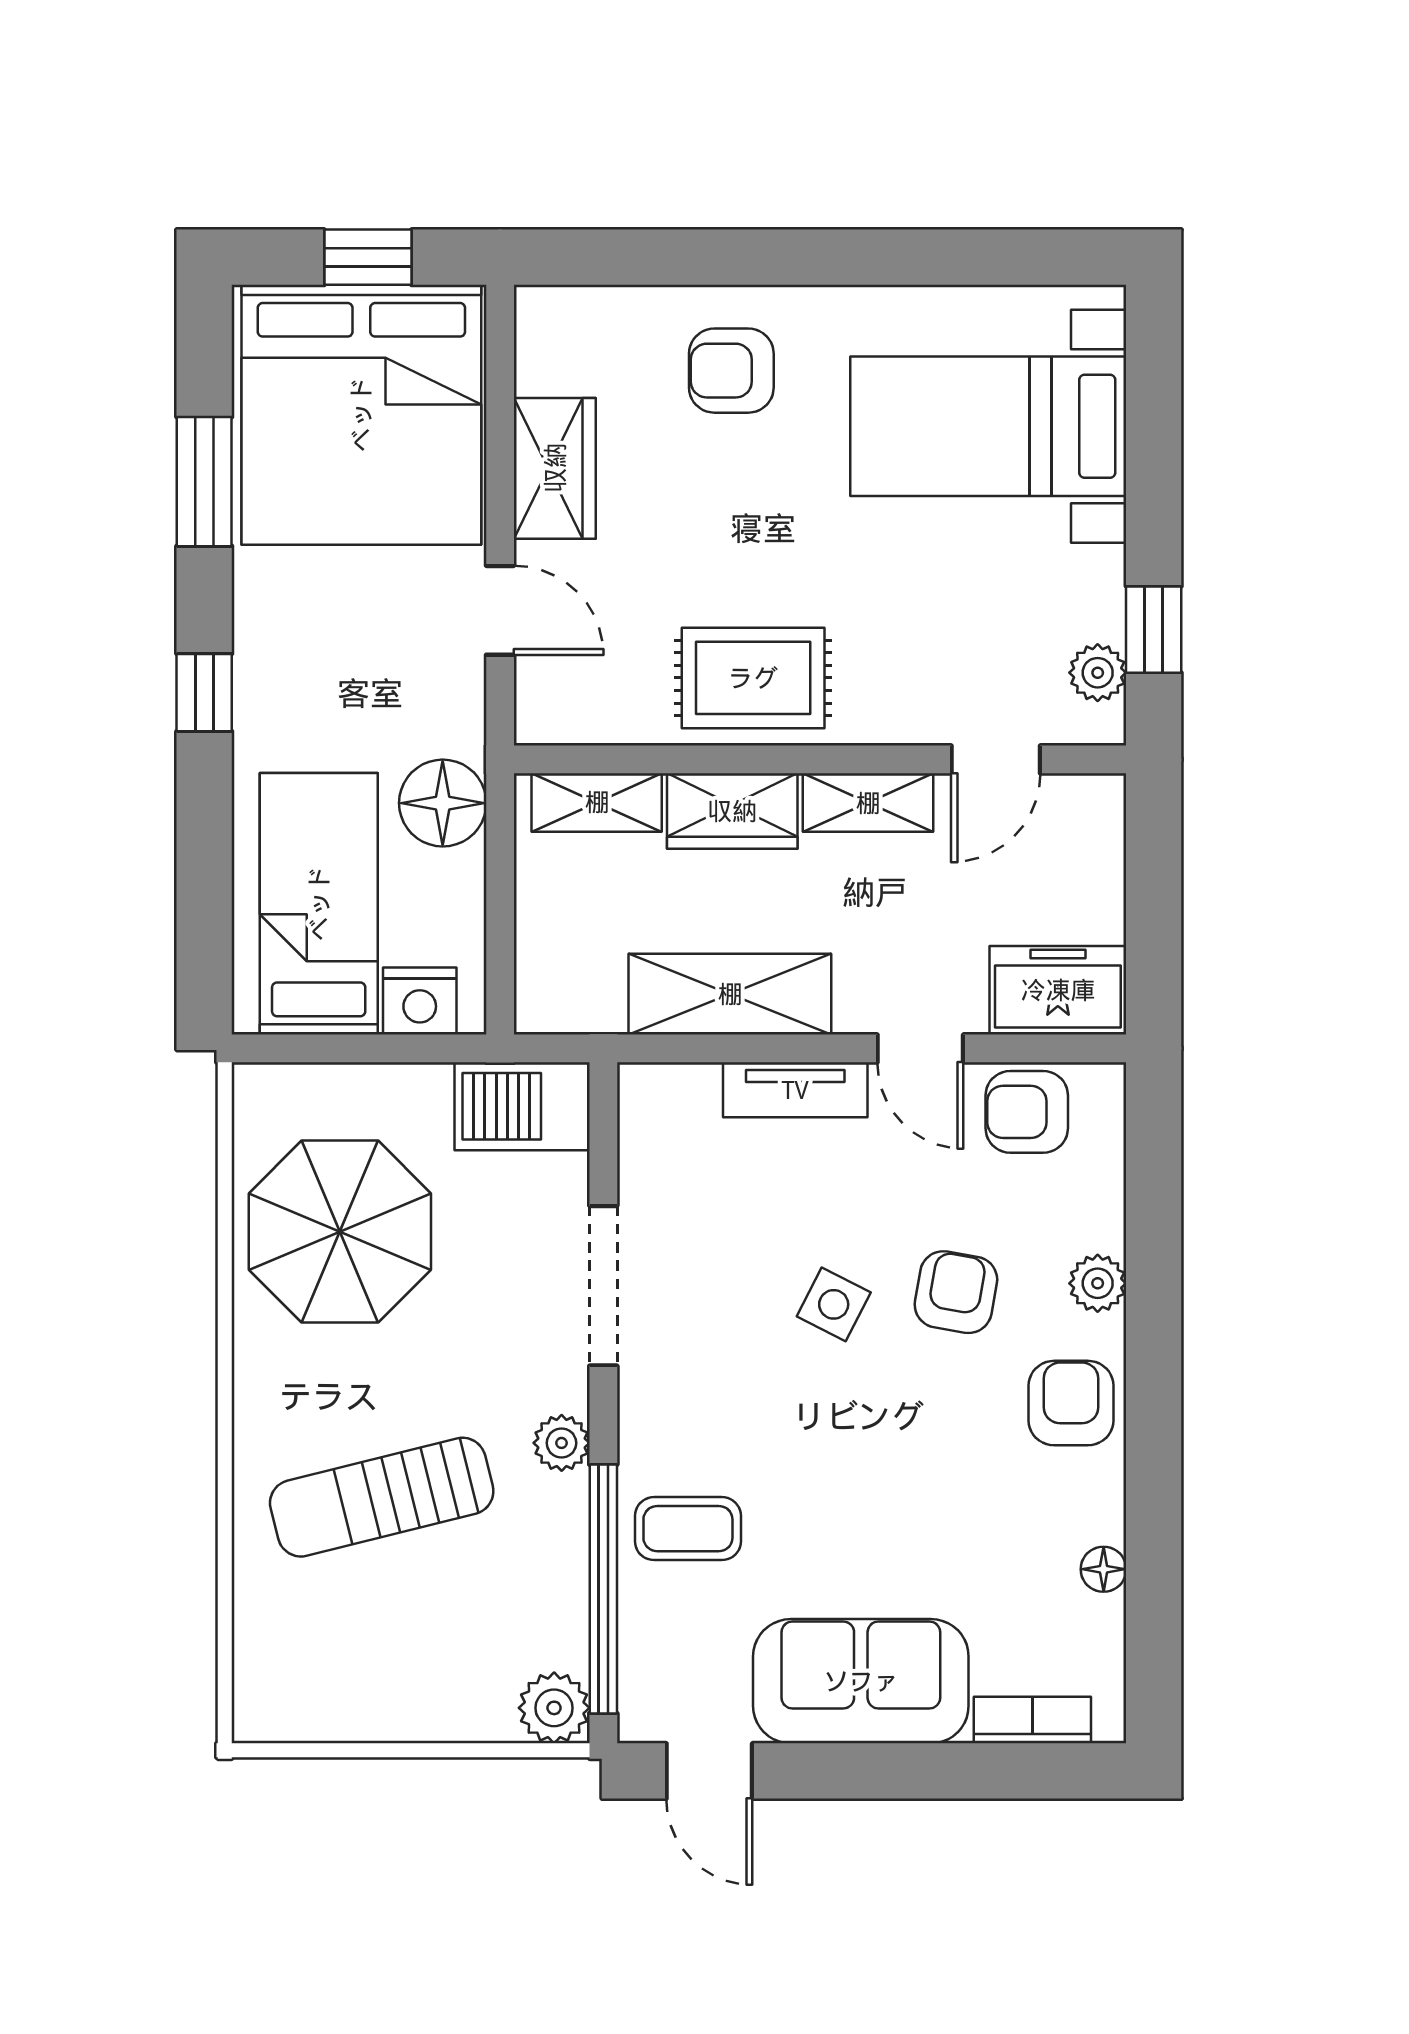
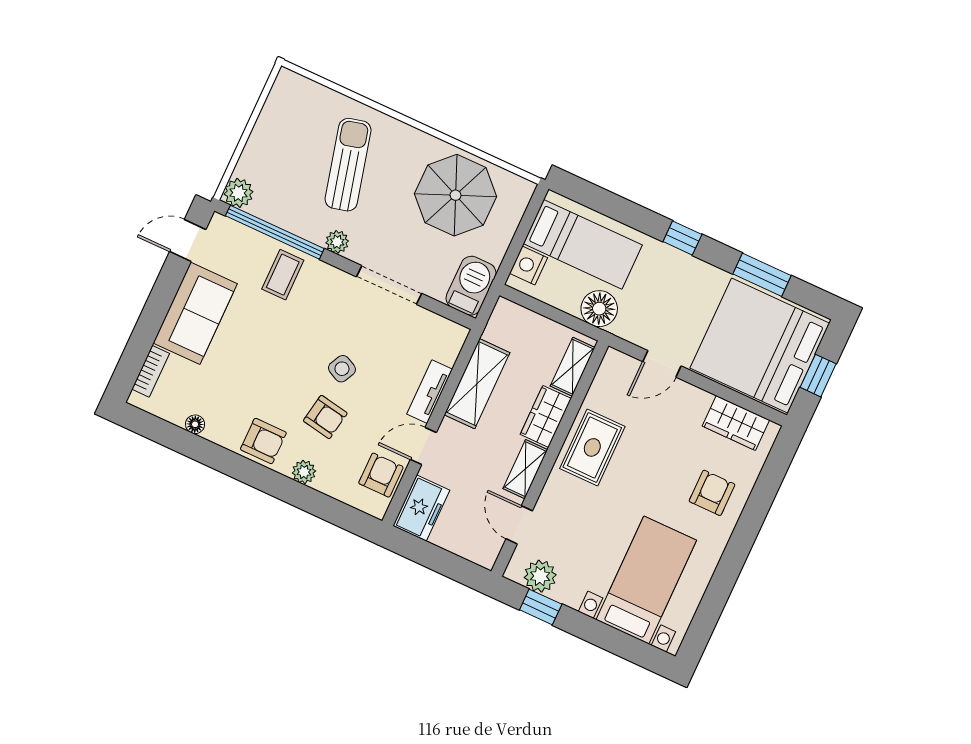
wardrobe: (555, 468) -> (736, 423), moved
plant: (1098, 673) -> (540, 576), width x1.38, depth x1.38

